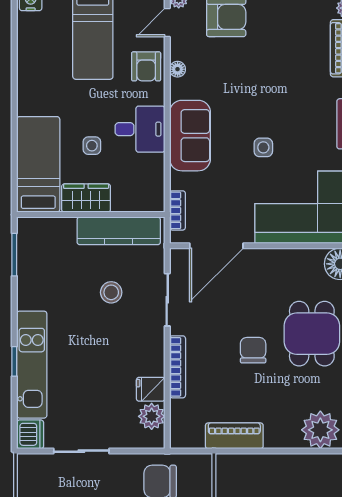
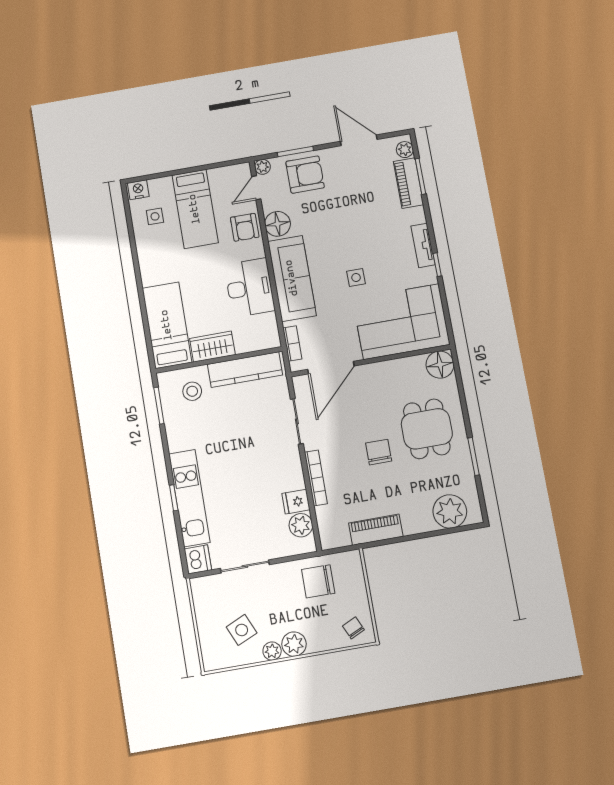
floor lamp: (178, 69) -> (278, 224), width x1.89, depth x1.89
desk: (140, 129) -> (250, 288), width x1.37
sofa: (190, 136) -> (292, 278), width x1.36
side table: (92, 146) -> (155, 216), moved
stool: (111, 292) -> (192, 391), moved

